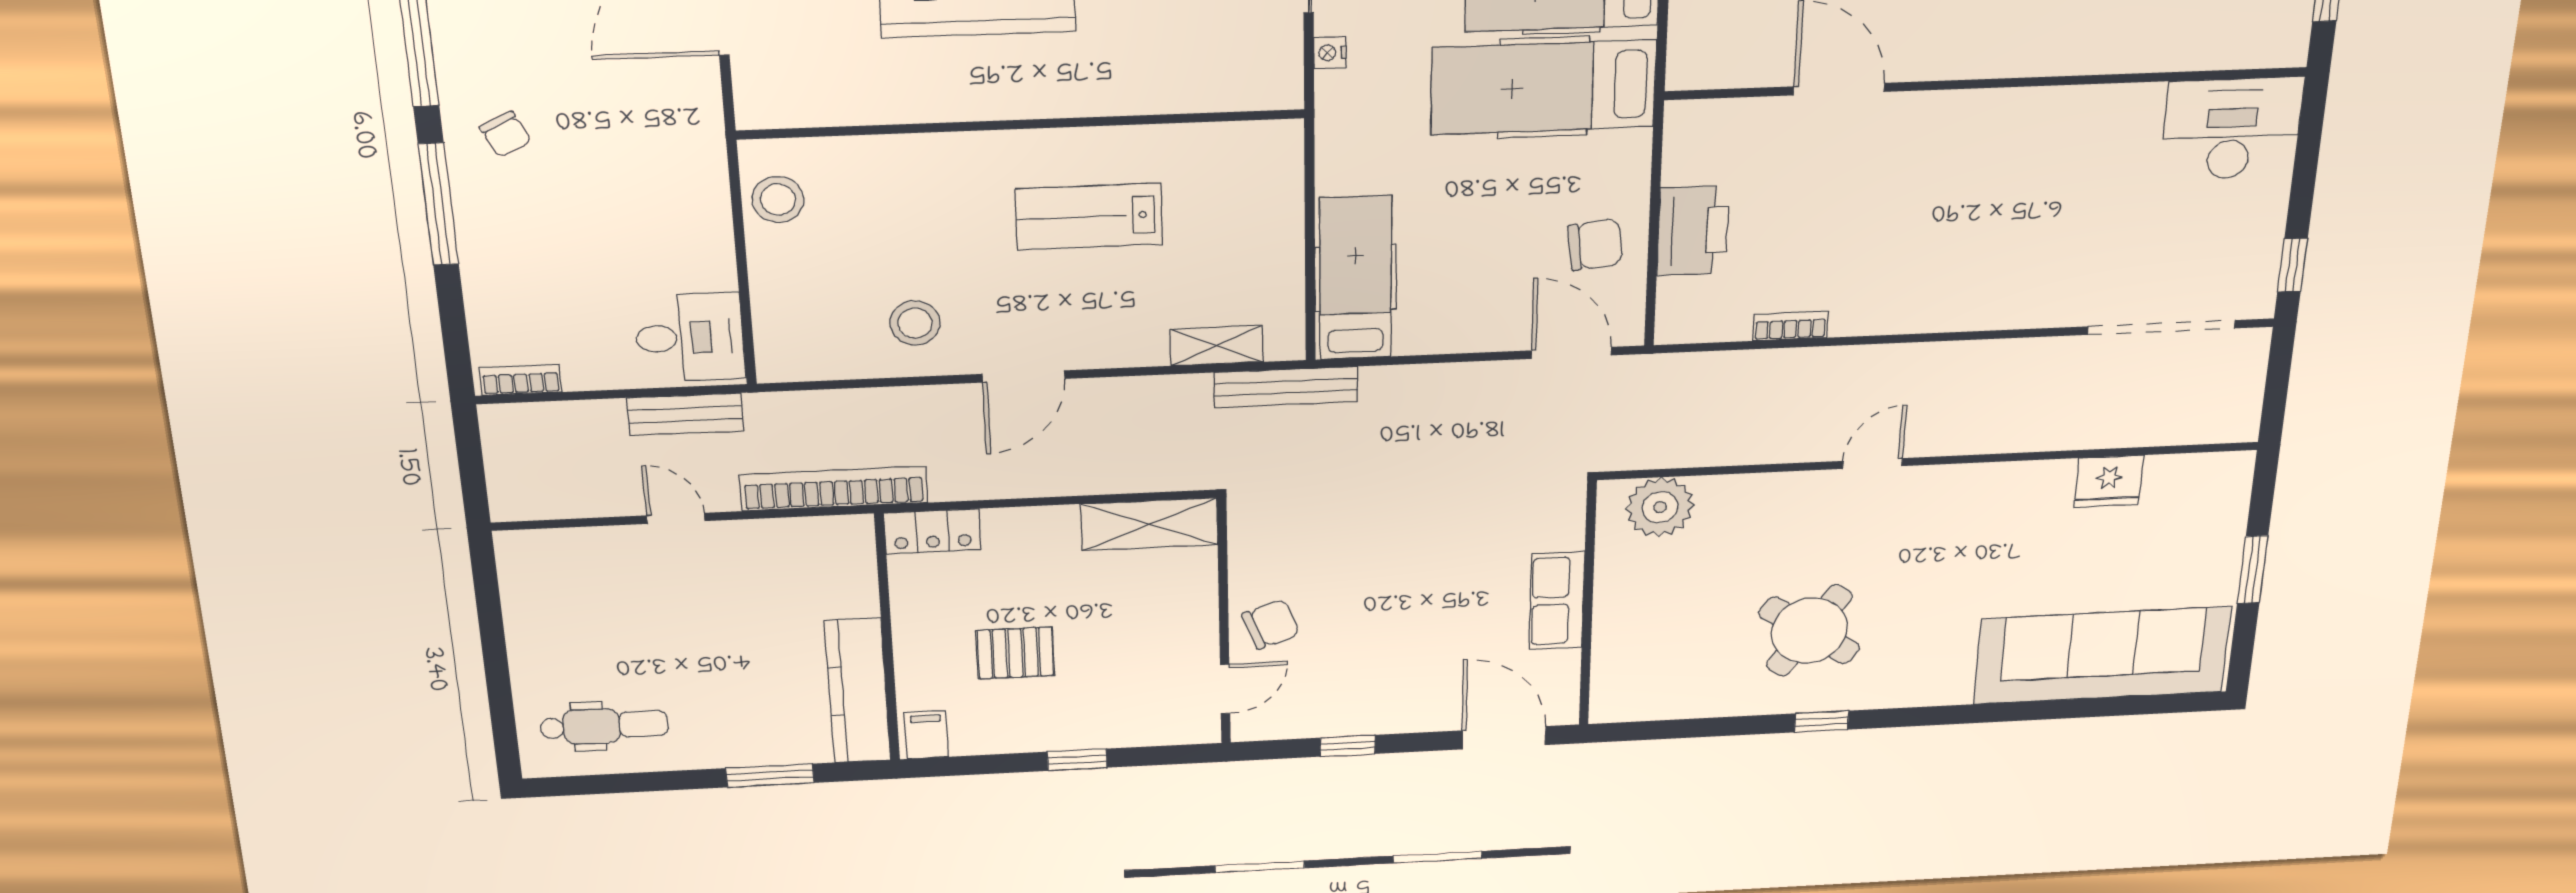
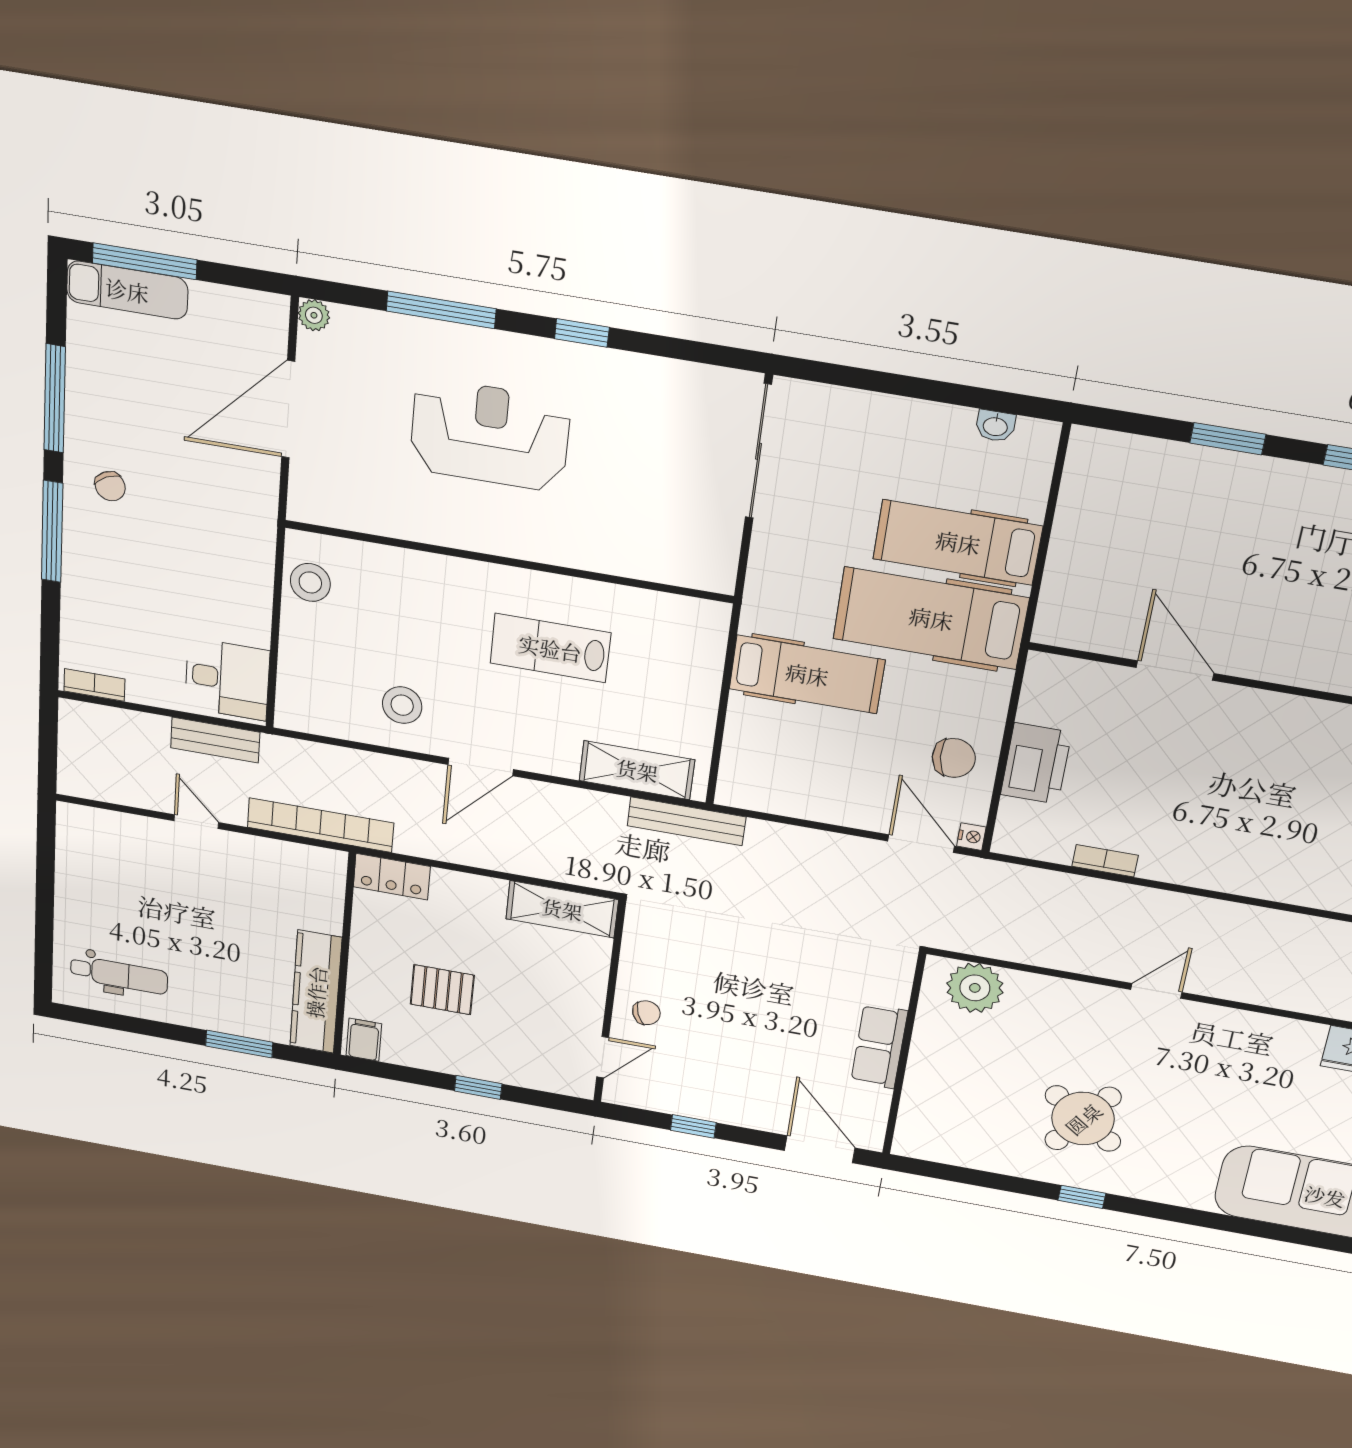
nightstand: (1330, 53) -> (971, 837), moved, turned 180
hospital bed: (1356, 278) -> (807, 674), moved, turned 90
shelving: (1216, 346) -> (637, 770), width x1.50, depth x1.33
chair: (1271, 624) -> (646, 1013), width x0.73, depth x0.73

